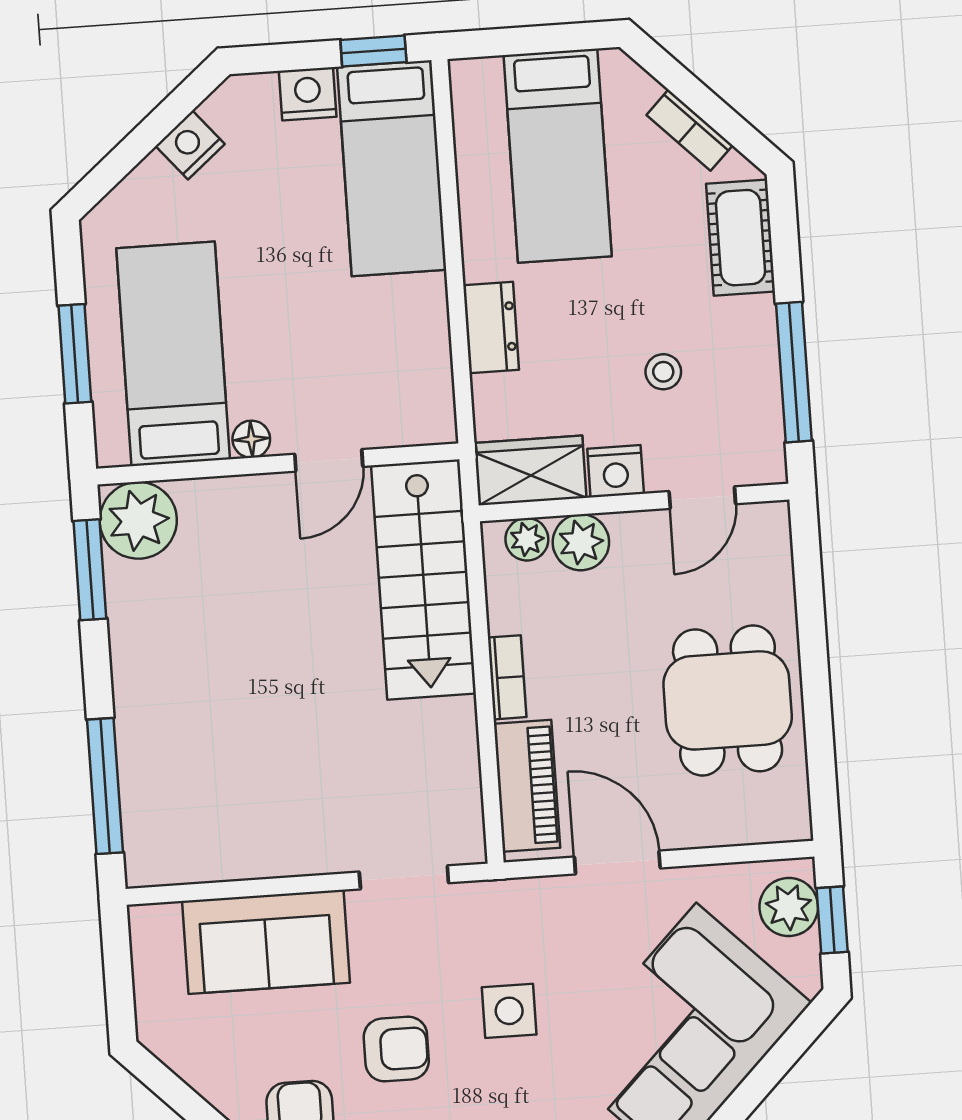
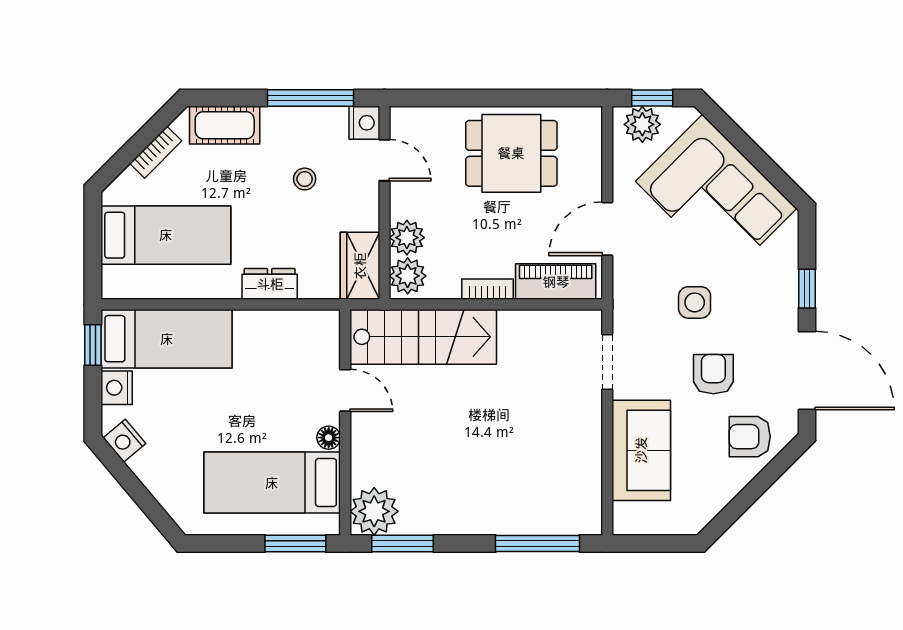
nightstand: (190, 145) -> (125, 441), moved
window: (75, 354) -> (295, 544), moved
nightstand: (616, 471) -> (364, 123), moved
plant: (527, 539) -> (408, 276), width x1.38, depth x1.38

